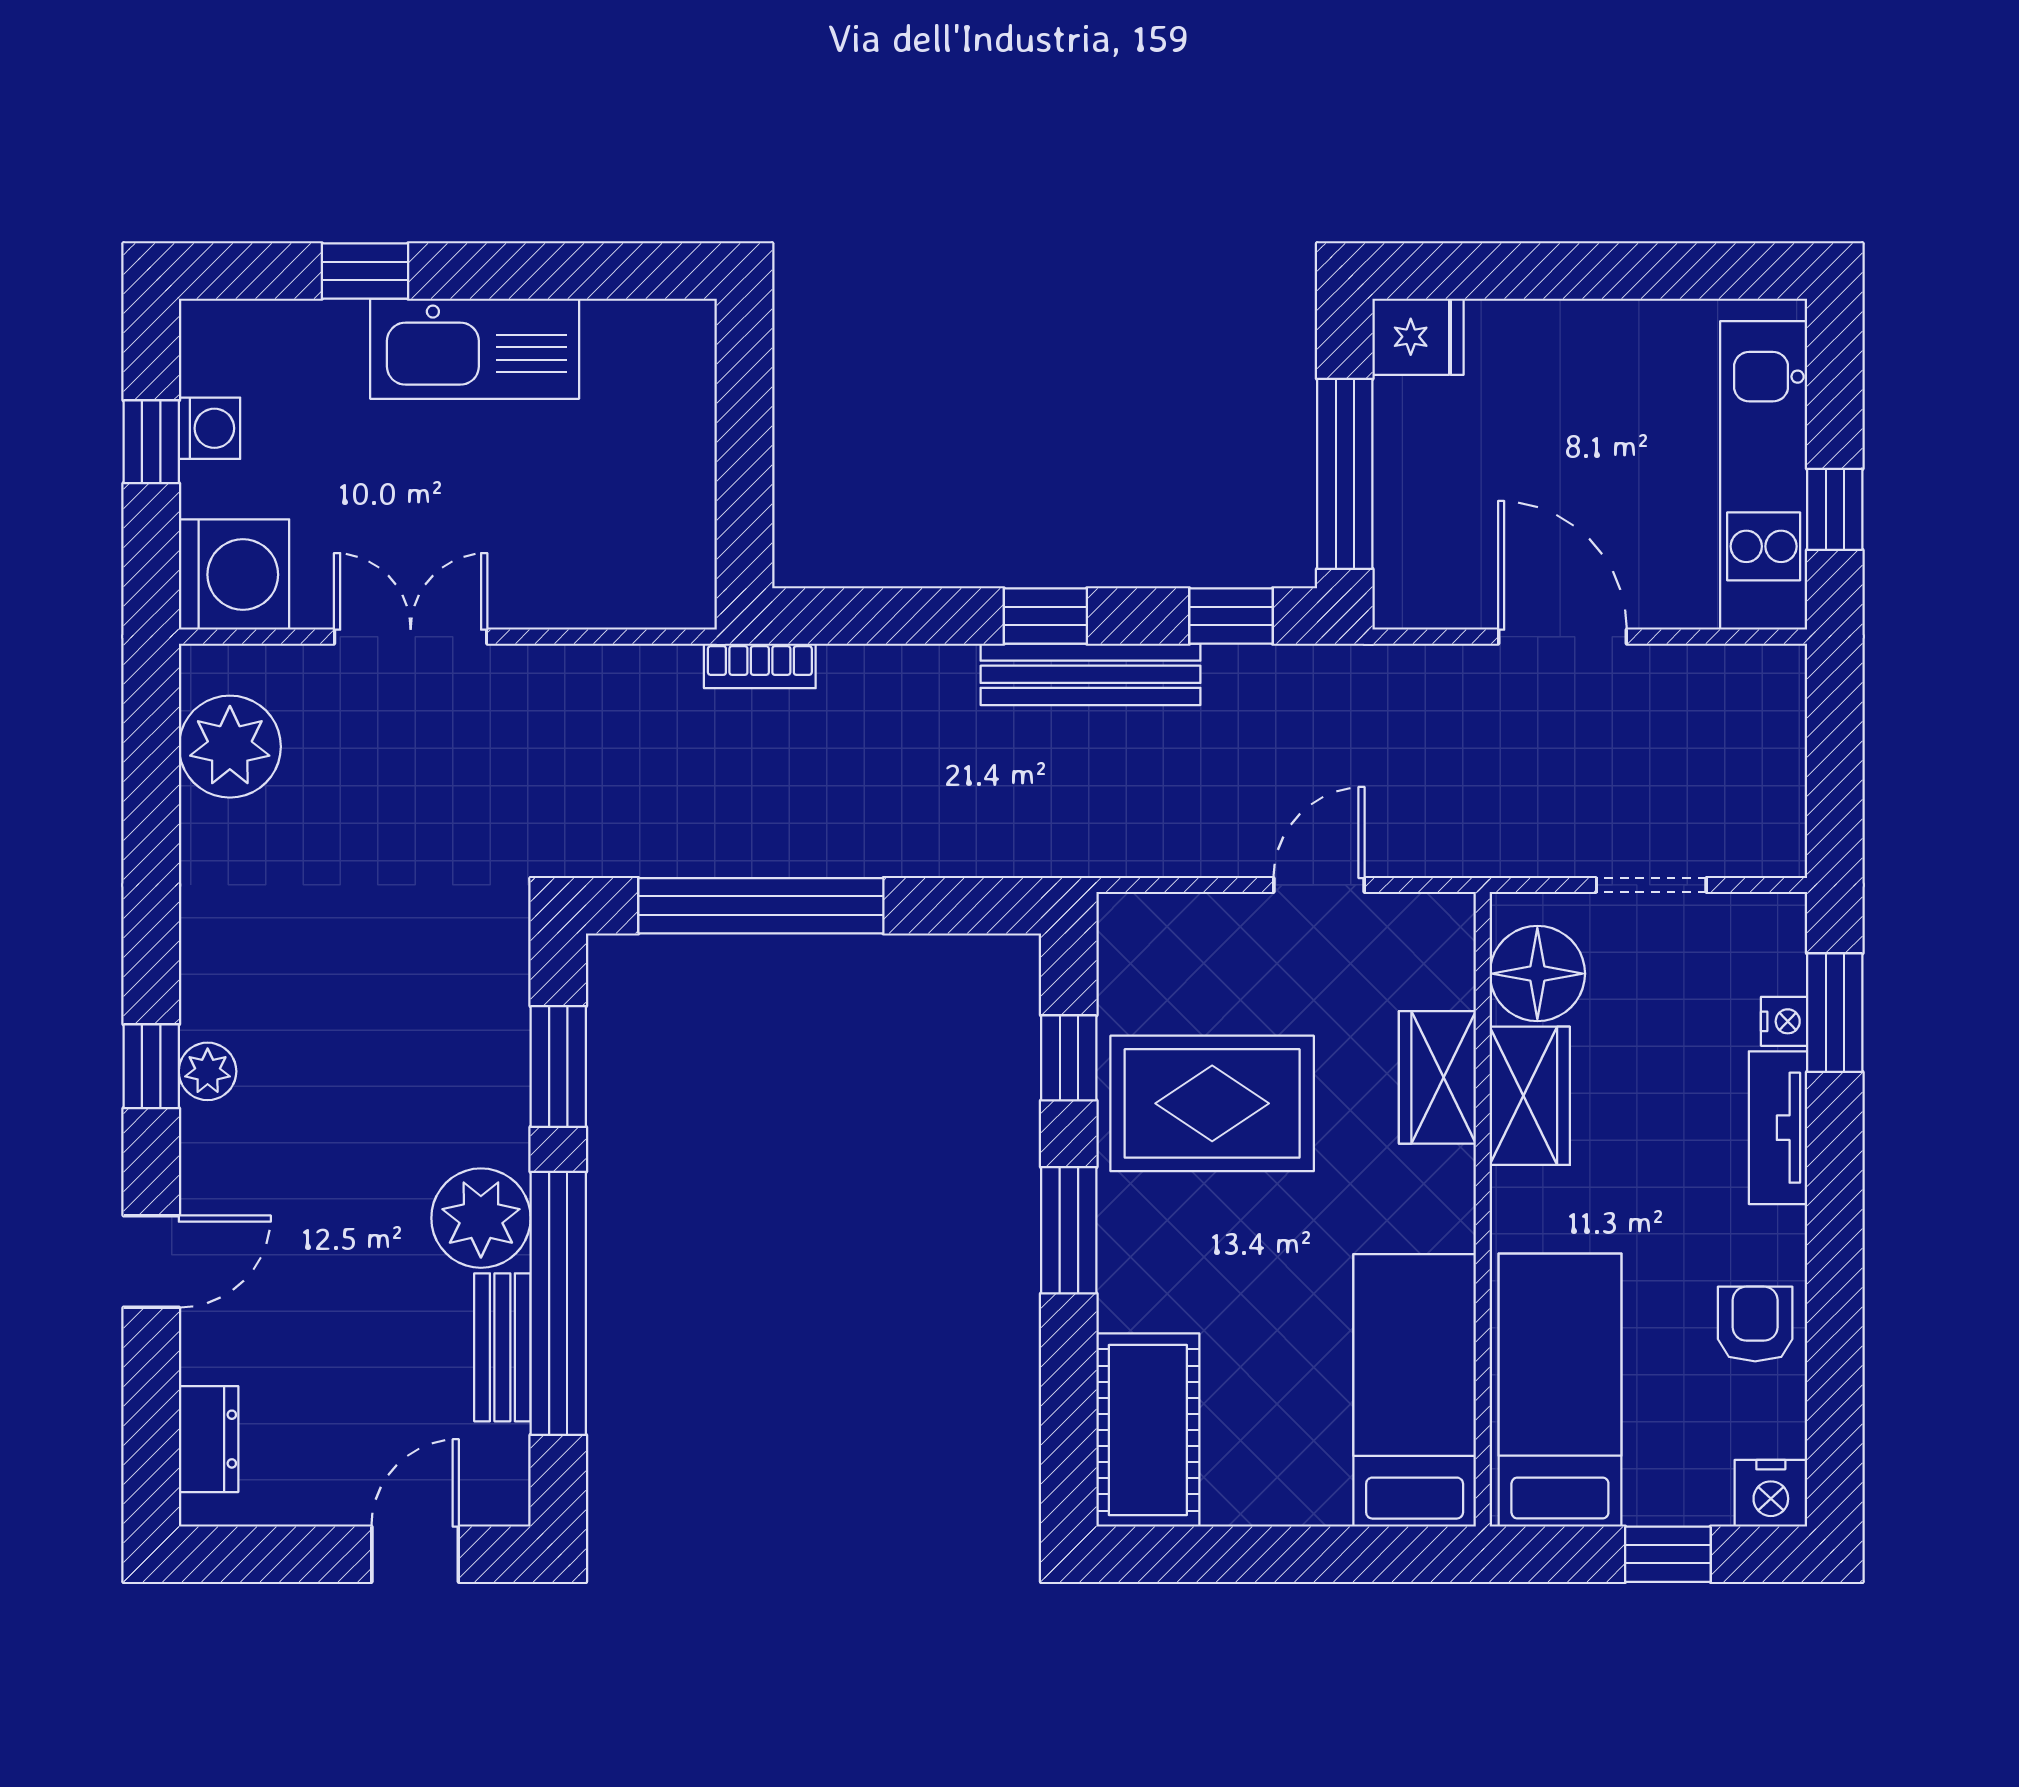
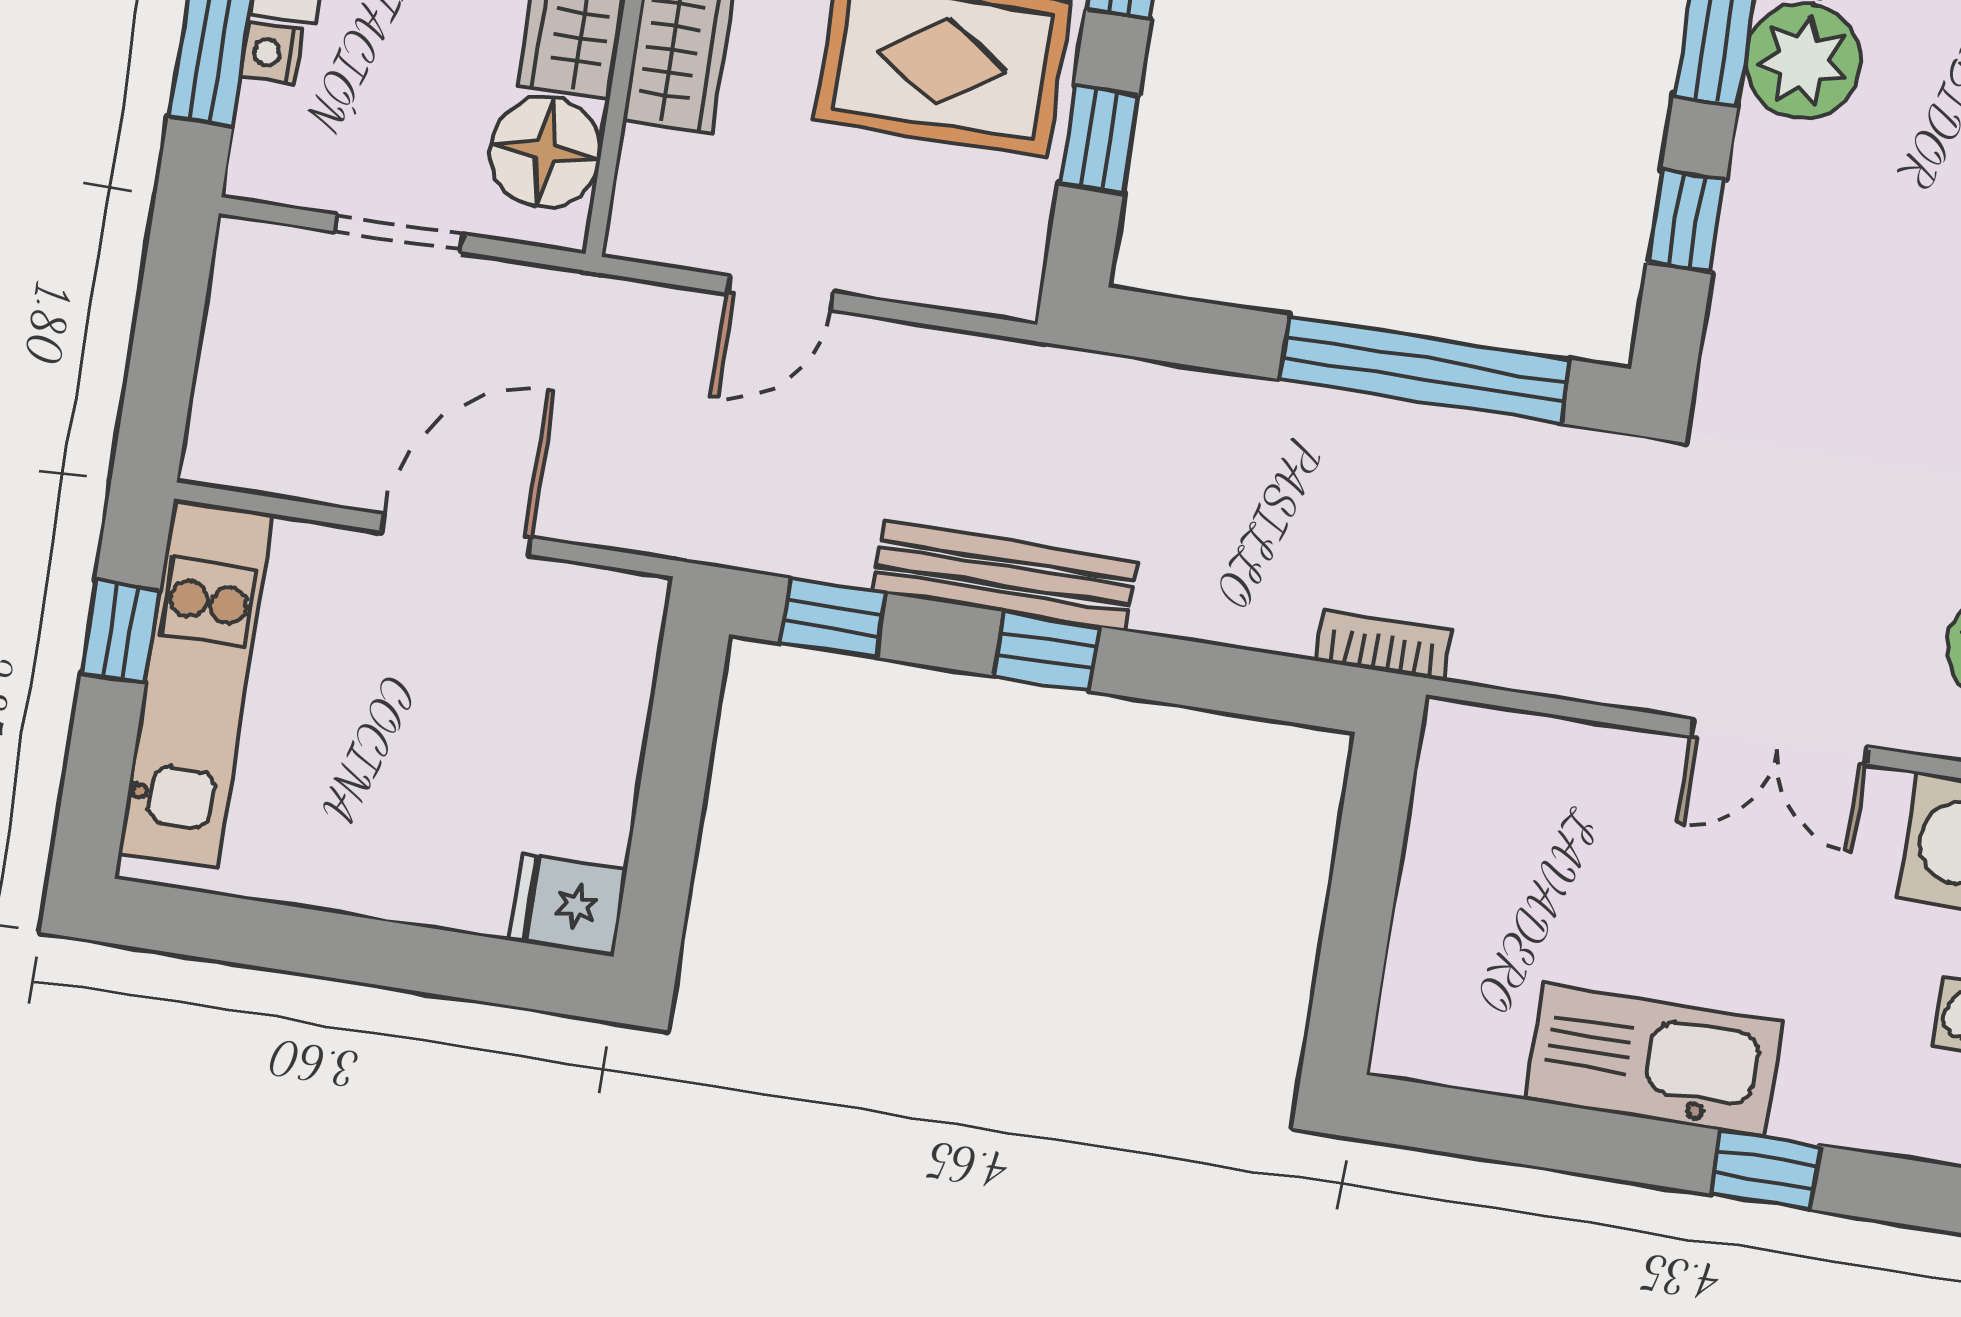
window: (1345, 474) -> (677, 760), removed
door: (1562, 637) -> (456, 534), swing flipped
window: (558, 1067) -> (1687, 221), width x0.67

